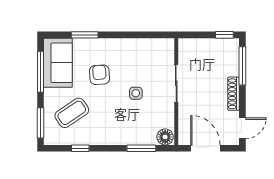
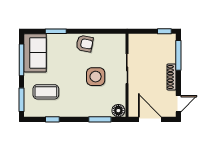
armchair: (100, 75) -> (85, 44), moved, turned 105
side table: (136, 93) -> (96, 77), width x1.87, depth x1.87
coffee table: (72, 113) -> (46, 92), turned 34

